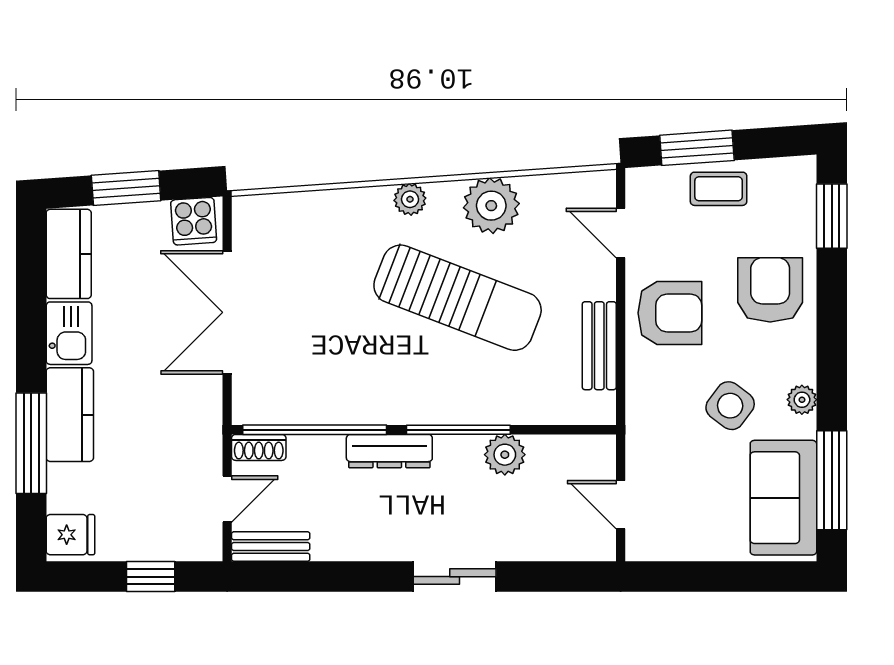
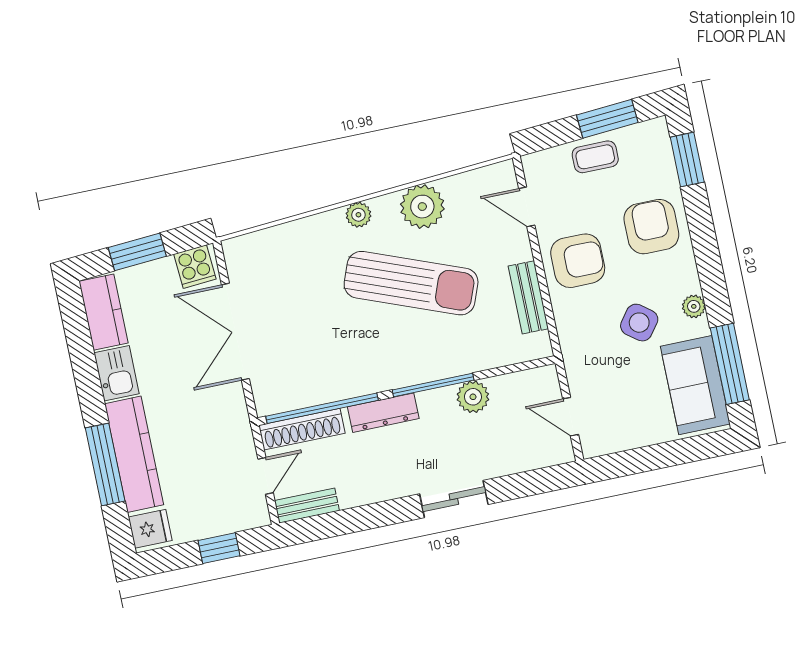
window: (697, 148) -> (607, 119), moved
kitchen counter: (70, 415) -> (134, 454), width x1.50
shoe rack: (259, 447) -> (302, 429), width x1.94, depth x1.24

